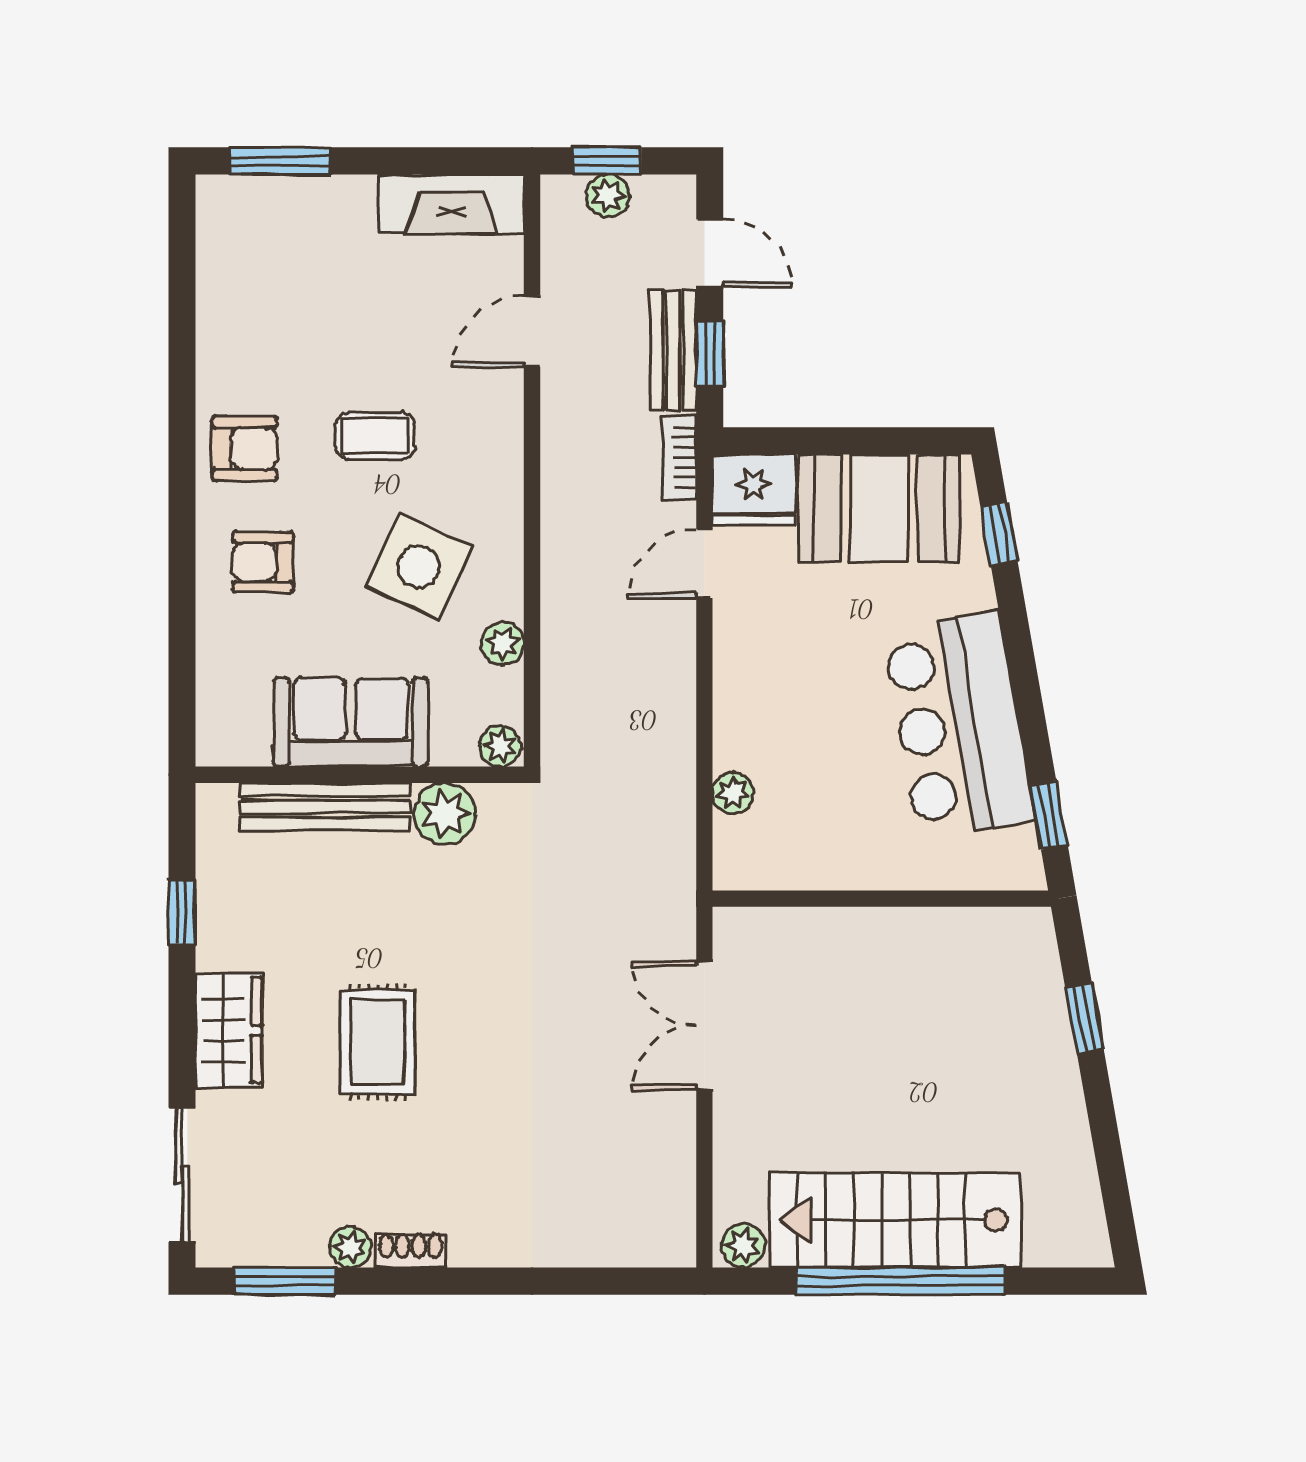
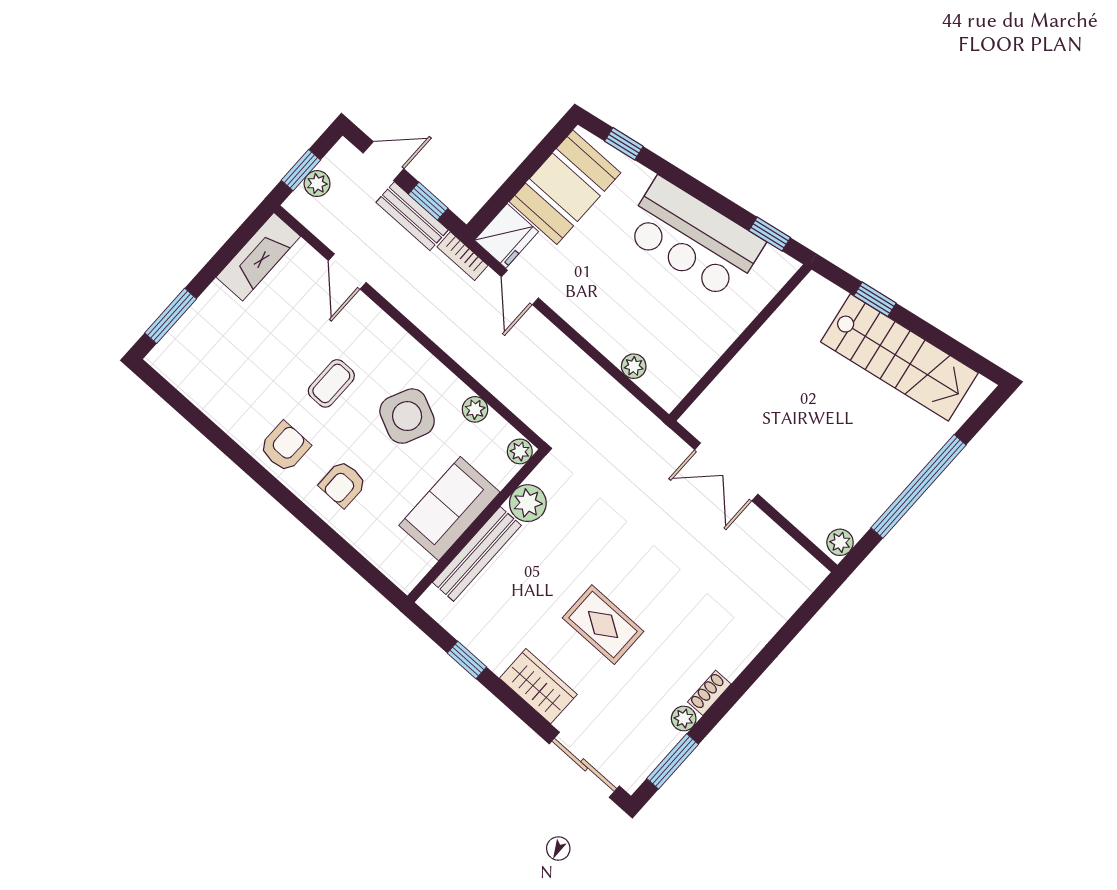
stairs: (895, 1220) -> (899, 357), moved, turned -100

